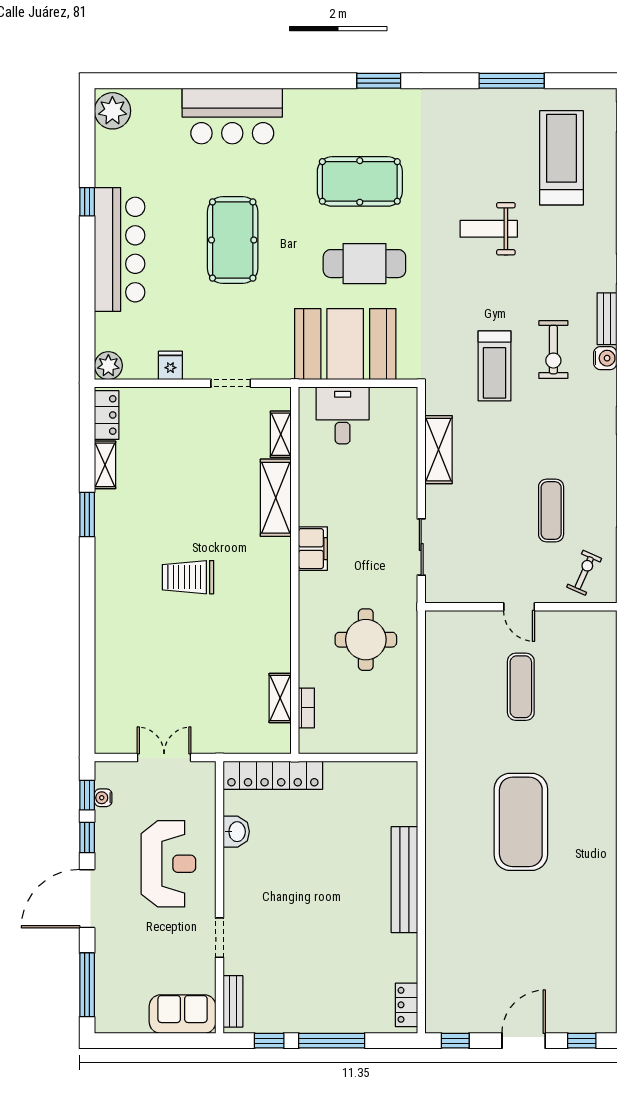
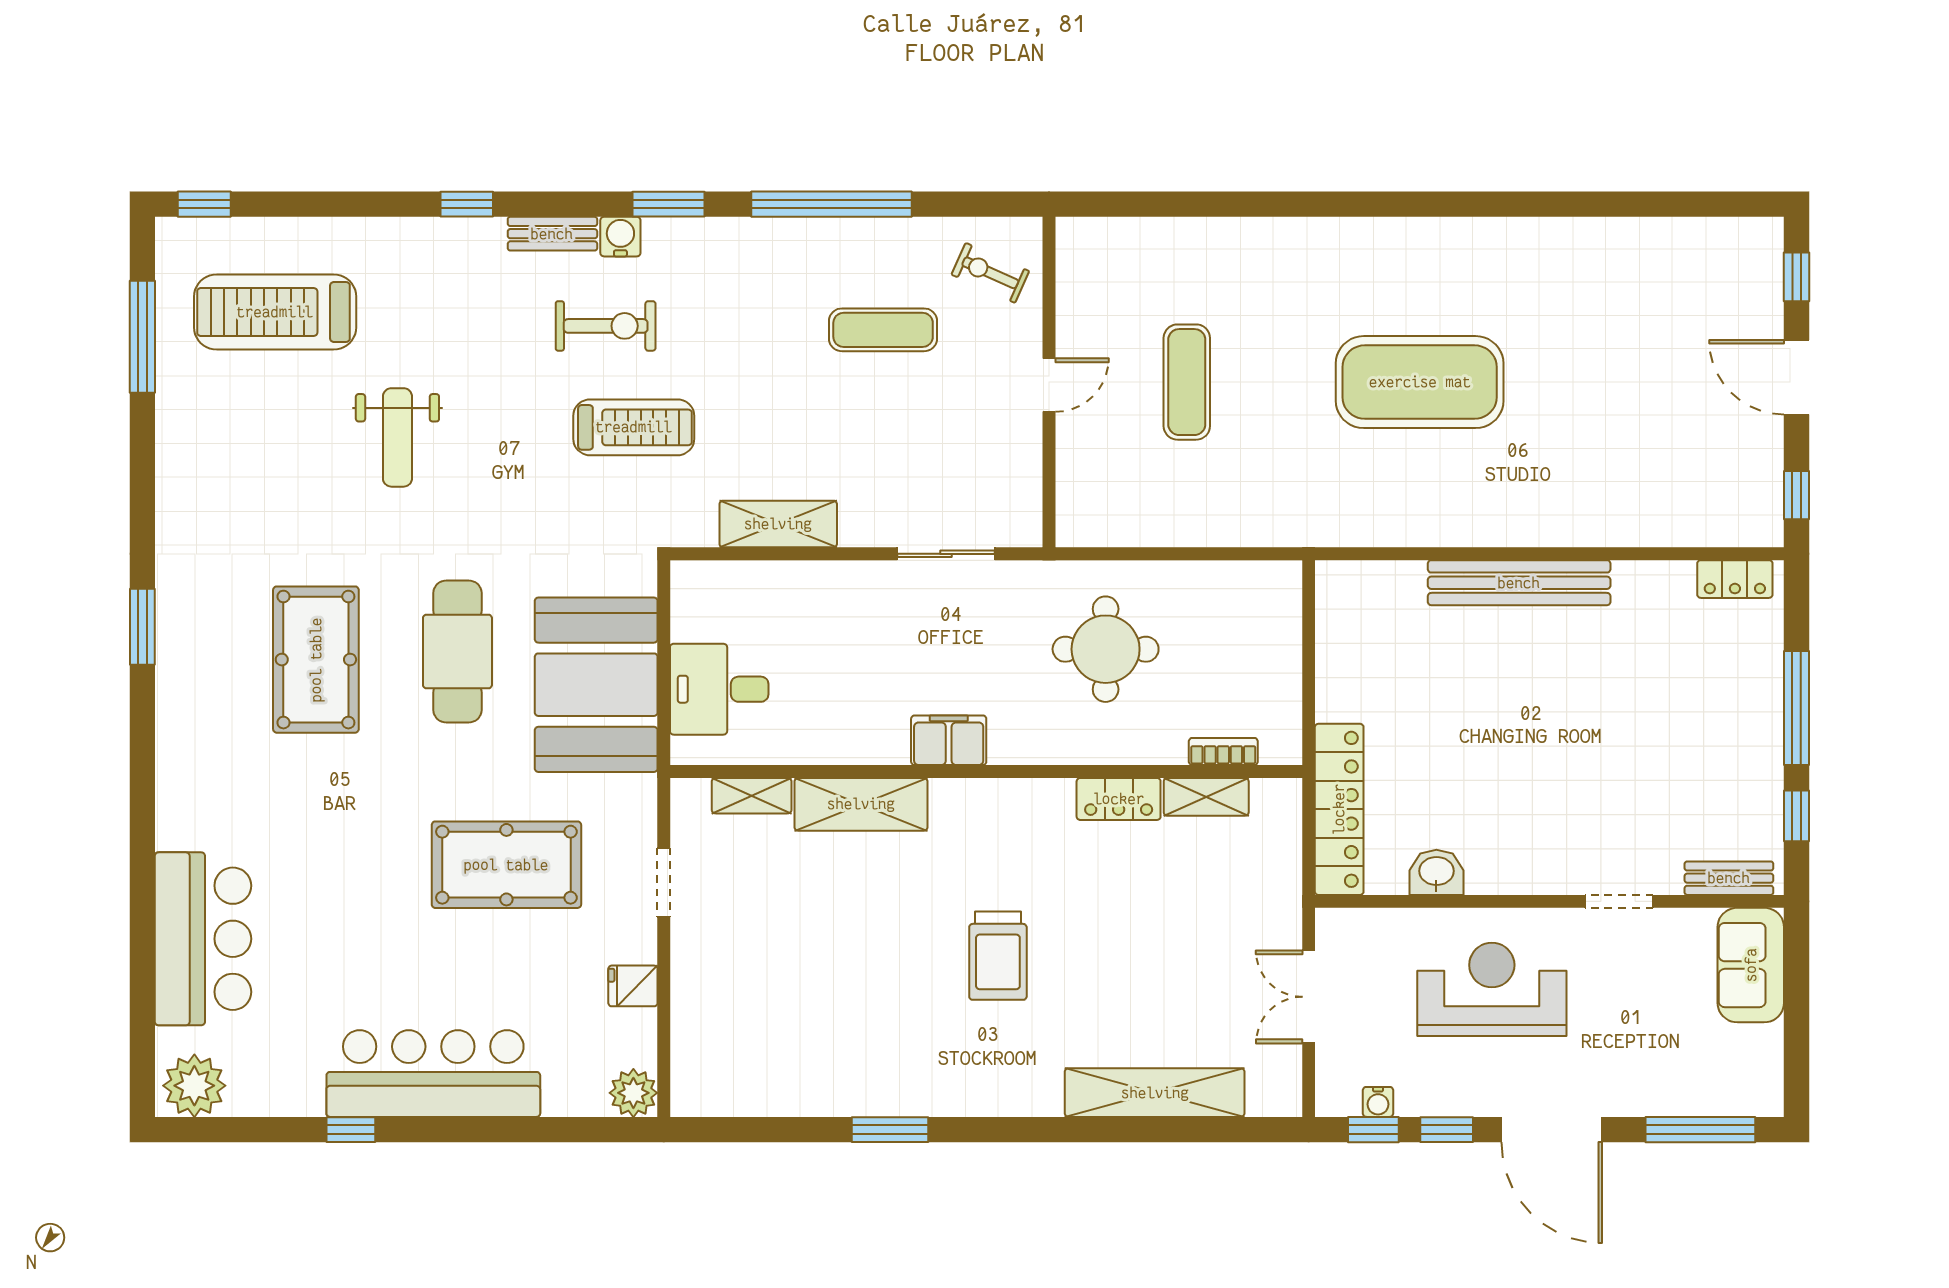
window: (512, 81) -> (142, 337), moved
bar counter: (232, 116) -> (203, 939), moved
pool table: (233, 240) -> (506, 865), moved
locker: (107, 415) -> (1119, 799), moved, turned 180
shelving: (105, 465) -> (1155, 1093), moved, width x2.20, depth x1.33
exercise mat: (521, 687) -> (1187, 382), turned 90

